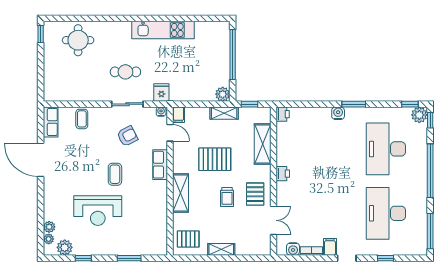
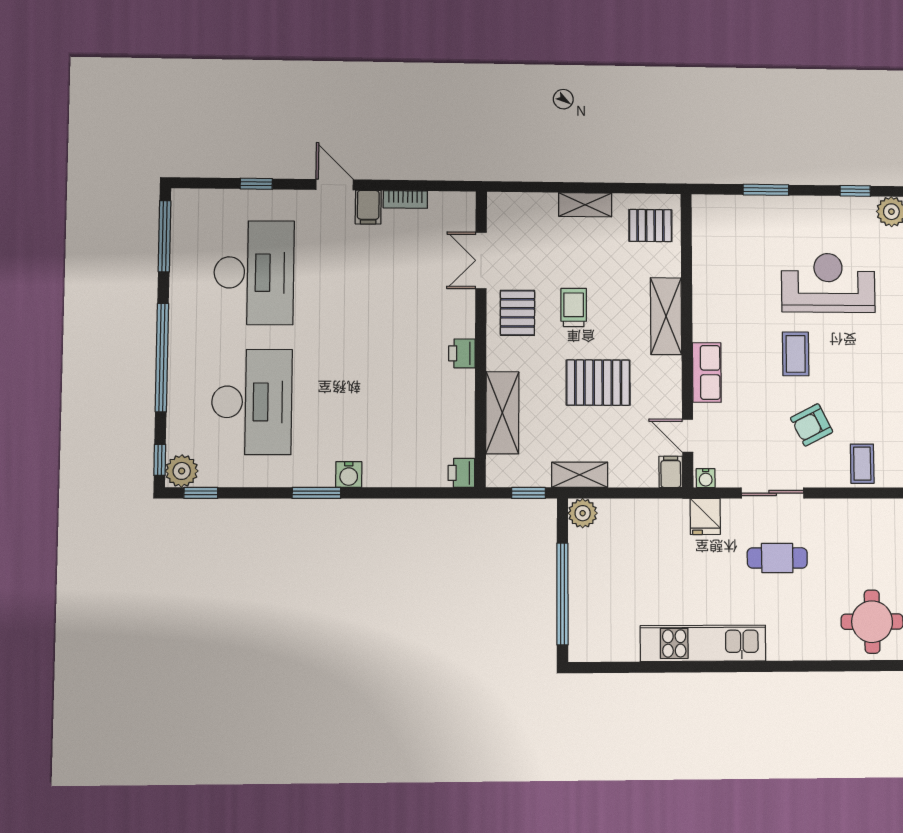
armchair: (127, 136) -> (812, 425), moved
water cooler: (293, 249) -> (442, 204), removed

